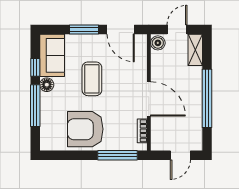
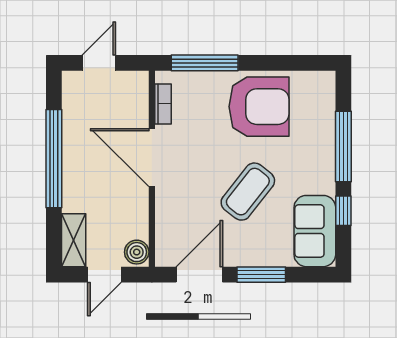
door: (121, 30) -> (199, 275), hinge flipped
coffee table: (92, 79) -> (248, 192), turned 38
floor lamp: (47, 85) -> (324, 182), removed

